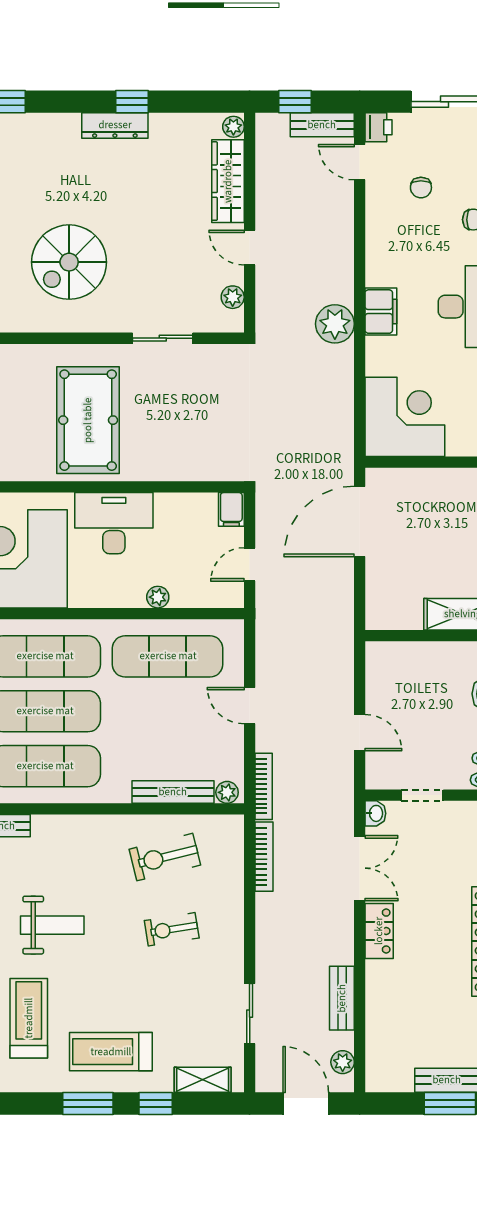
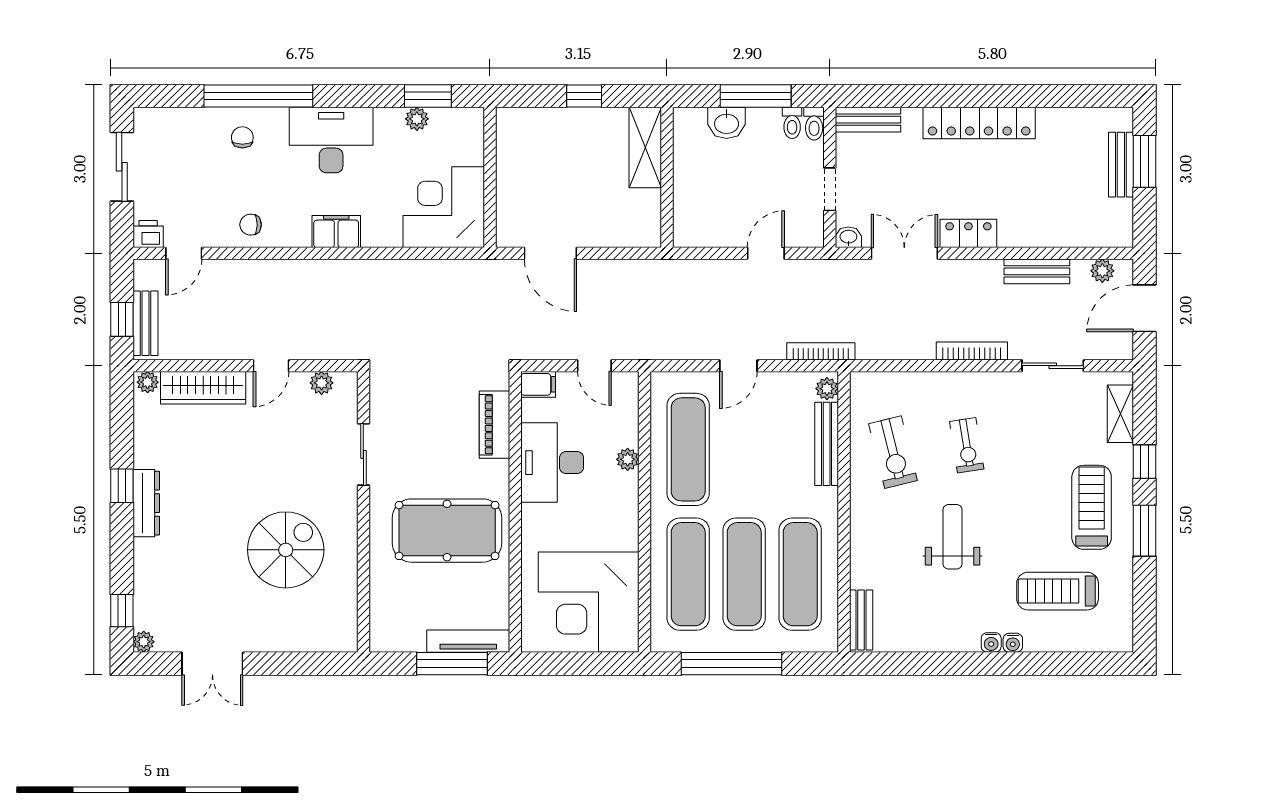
bench: (322, 125) -> (145, 323), moved
chair: (421, 188) -> (251, 225), moved, turned 180
spiral stairs: (69, 262) -> (286, 550), turned -90
plant: (335, 324) -> (349, 279), removed
piano: (192, 467) -> (494, 425), added
door: (360, 521) -> (550, 253), width x0.73
desk: (114, 523) -> (552, 463), moved
bookcase: (264, 857) -> (972, 351), moved
weight bench: (52, 925) -> (953, 537), moved
treadmill: (111, 1052) -> (1092, 507), turned 180

